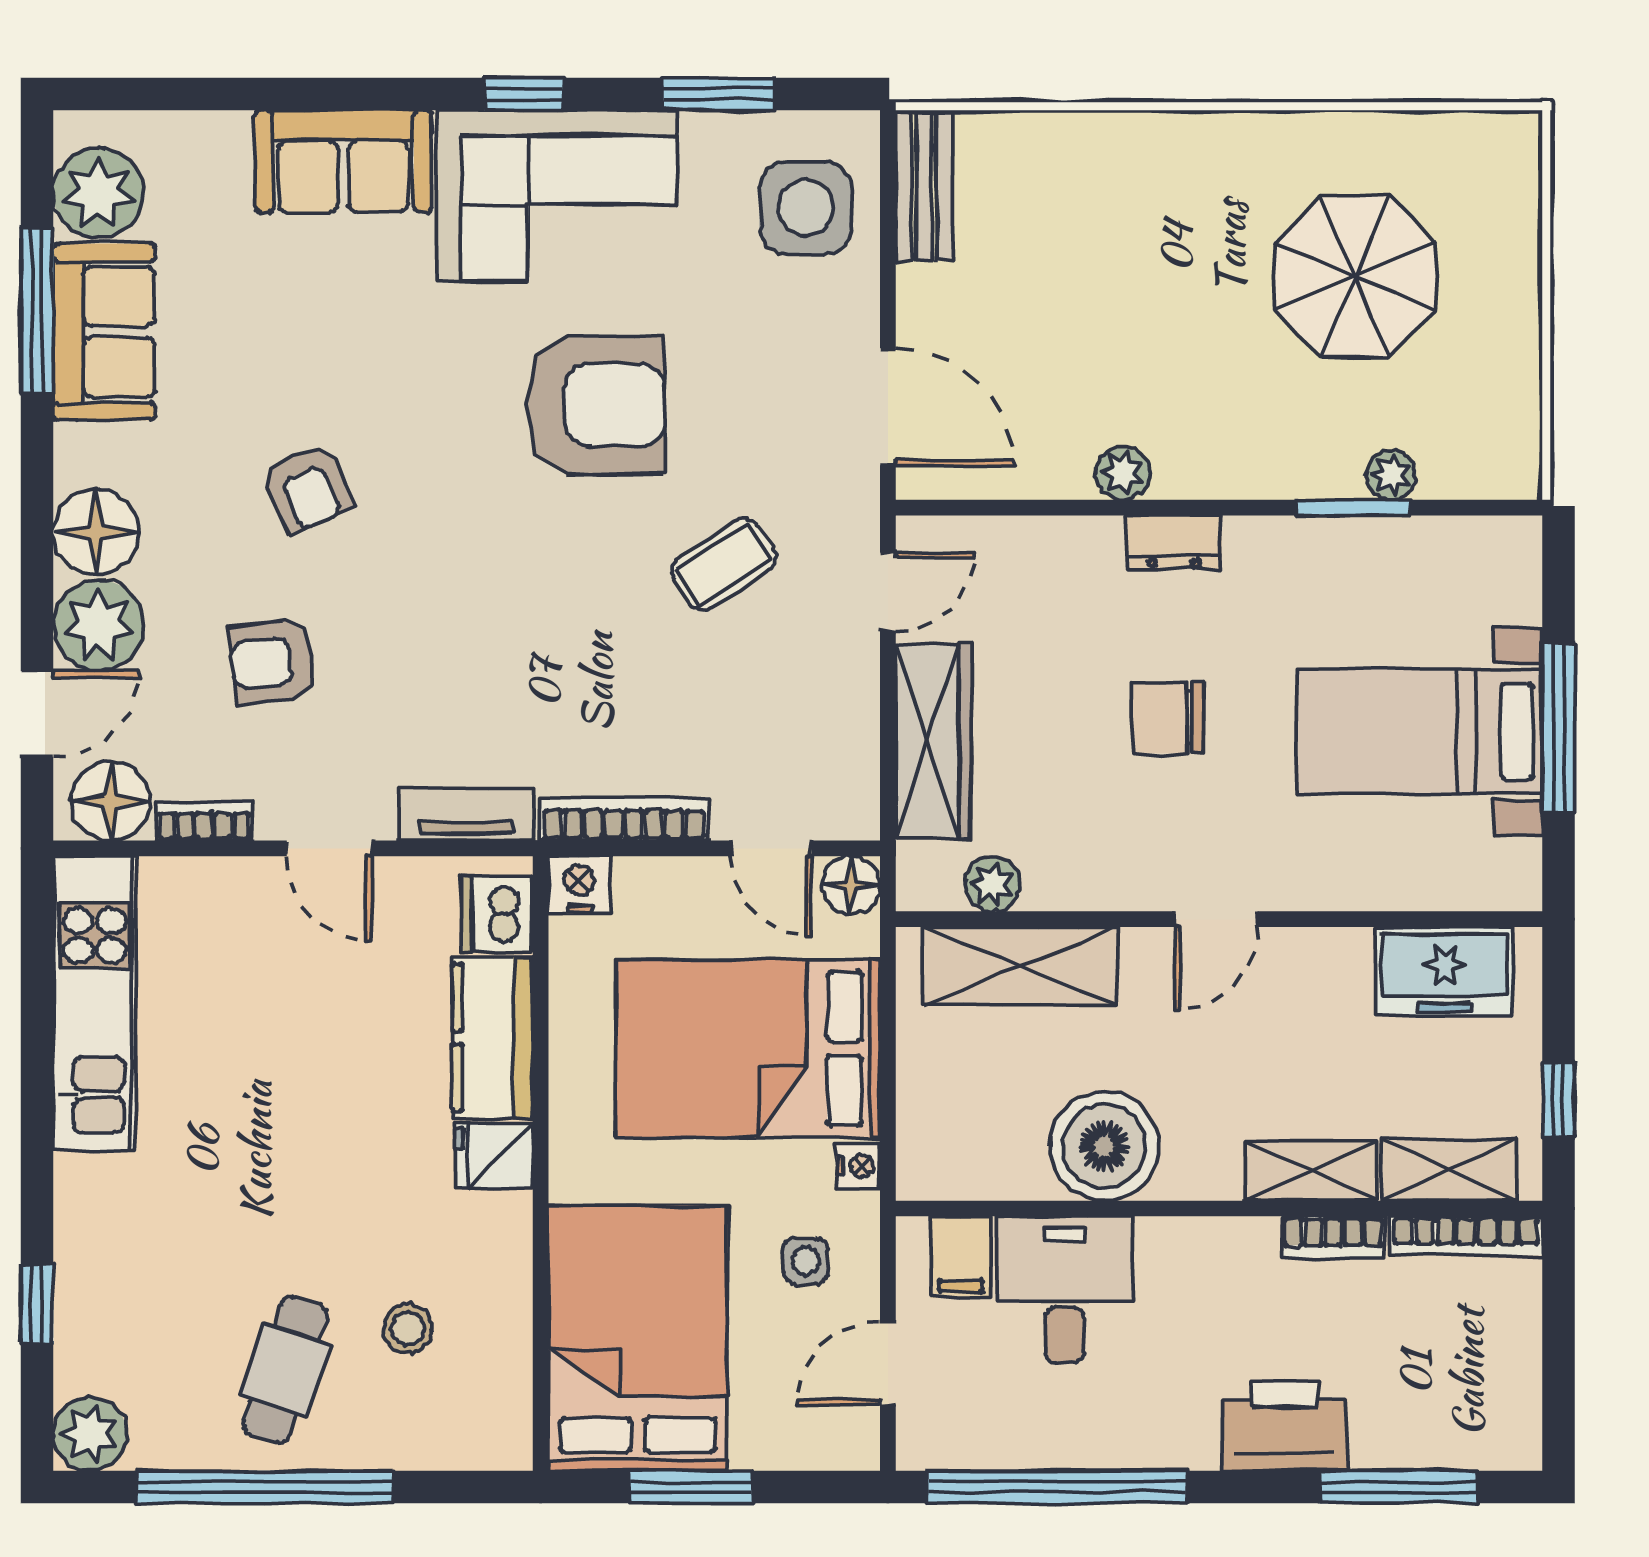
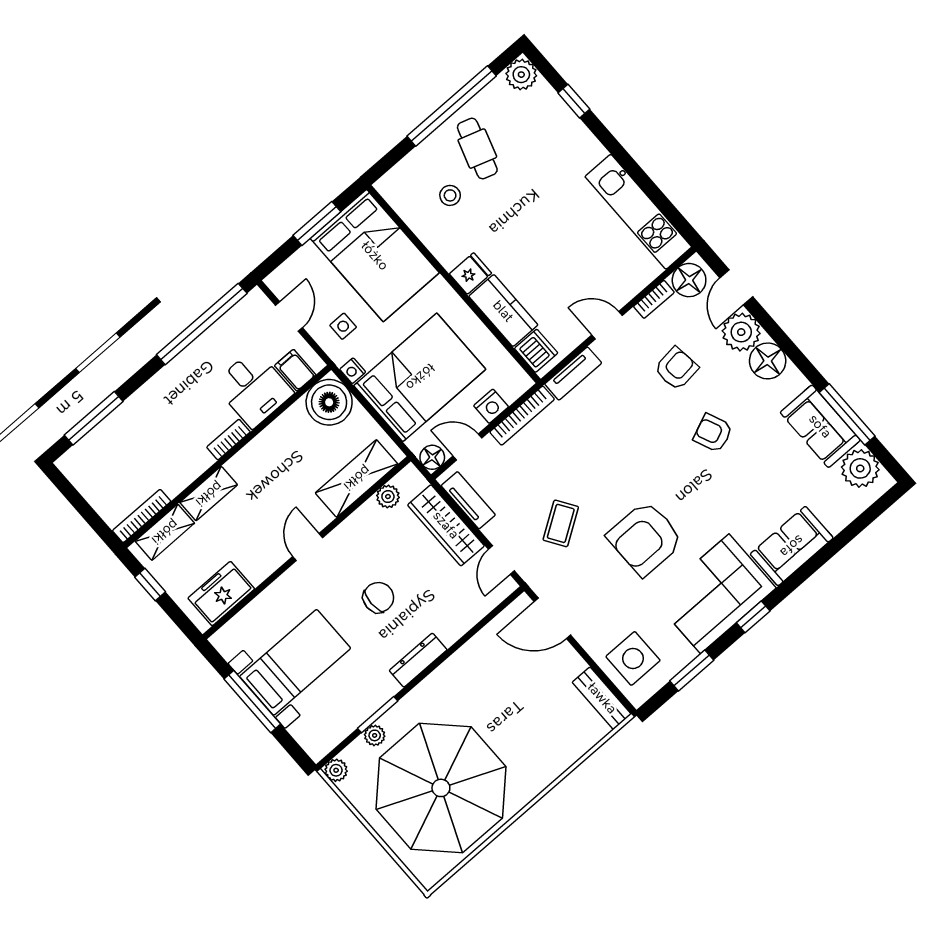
parasol: (1354, 276) -> (441, 788), width x1.86, depth x1.86
plant: (1123, 473) -> (336, 770), moved
dresser: (1174, 542) -> (418, 660), width x1.44
tv unit: (854, 751) -> (468, 500), added
nightstand: (579, 885) -> (491, 406), moved
boiler: (1104, 1146) -> (329, 402), moved
bookcase: (1333, 1237) -> (228, 440), moved
printer: (1284, 1426) -> (147, 406), removed

